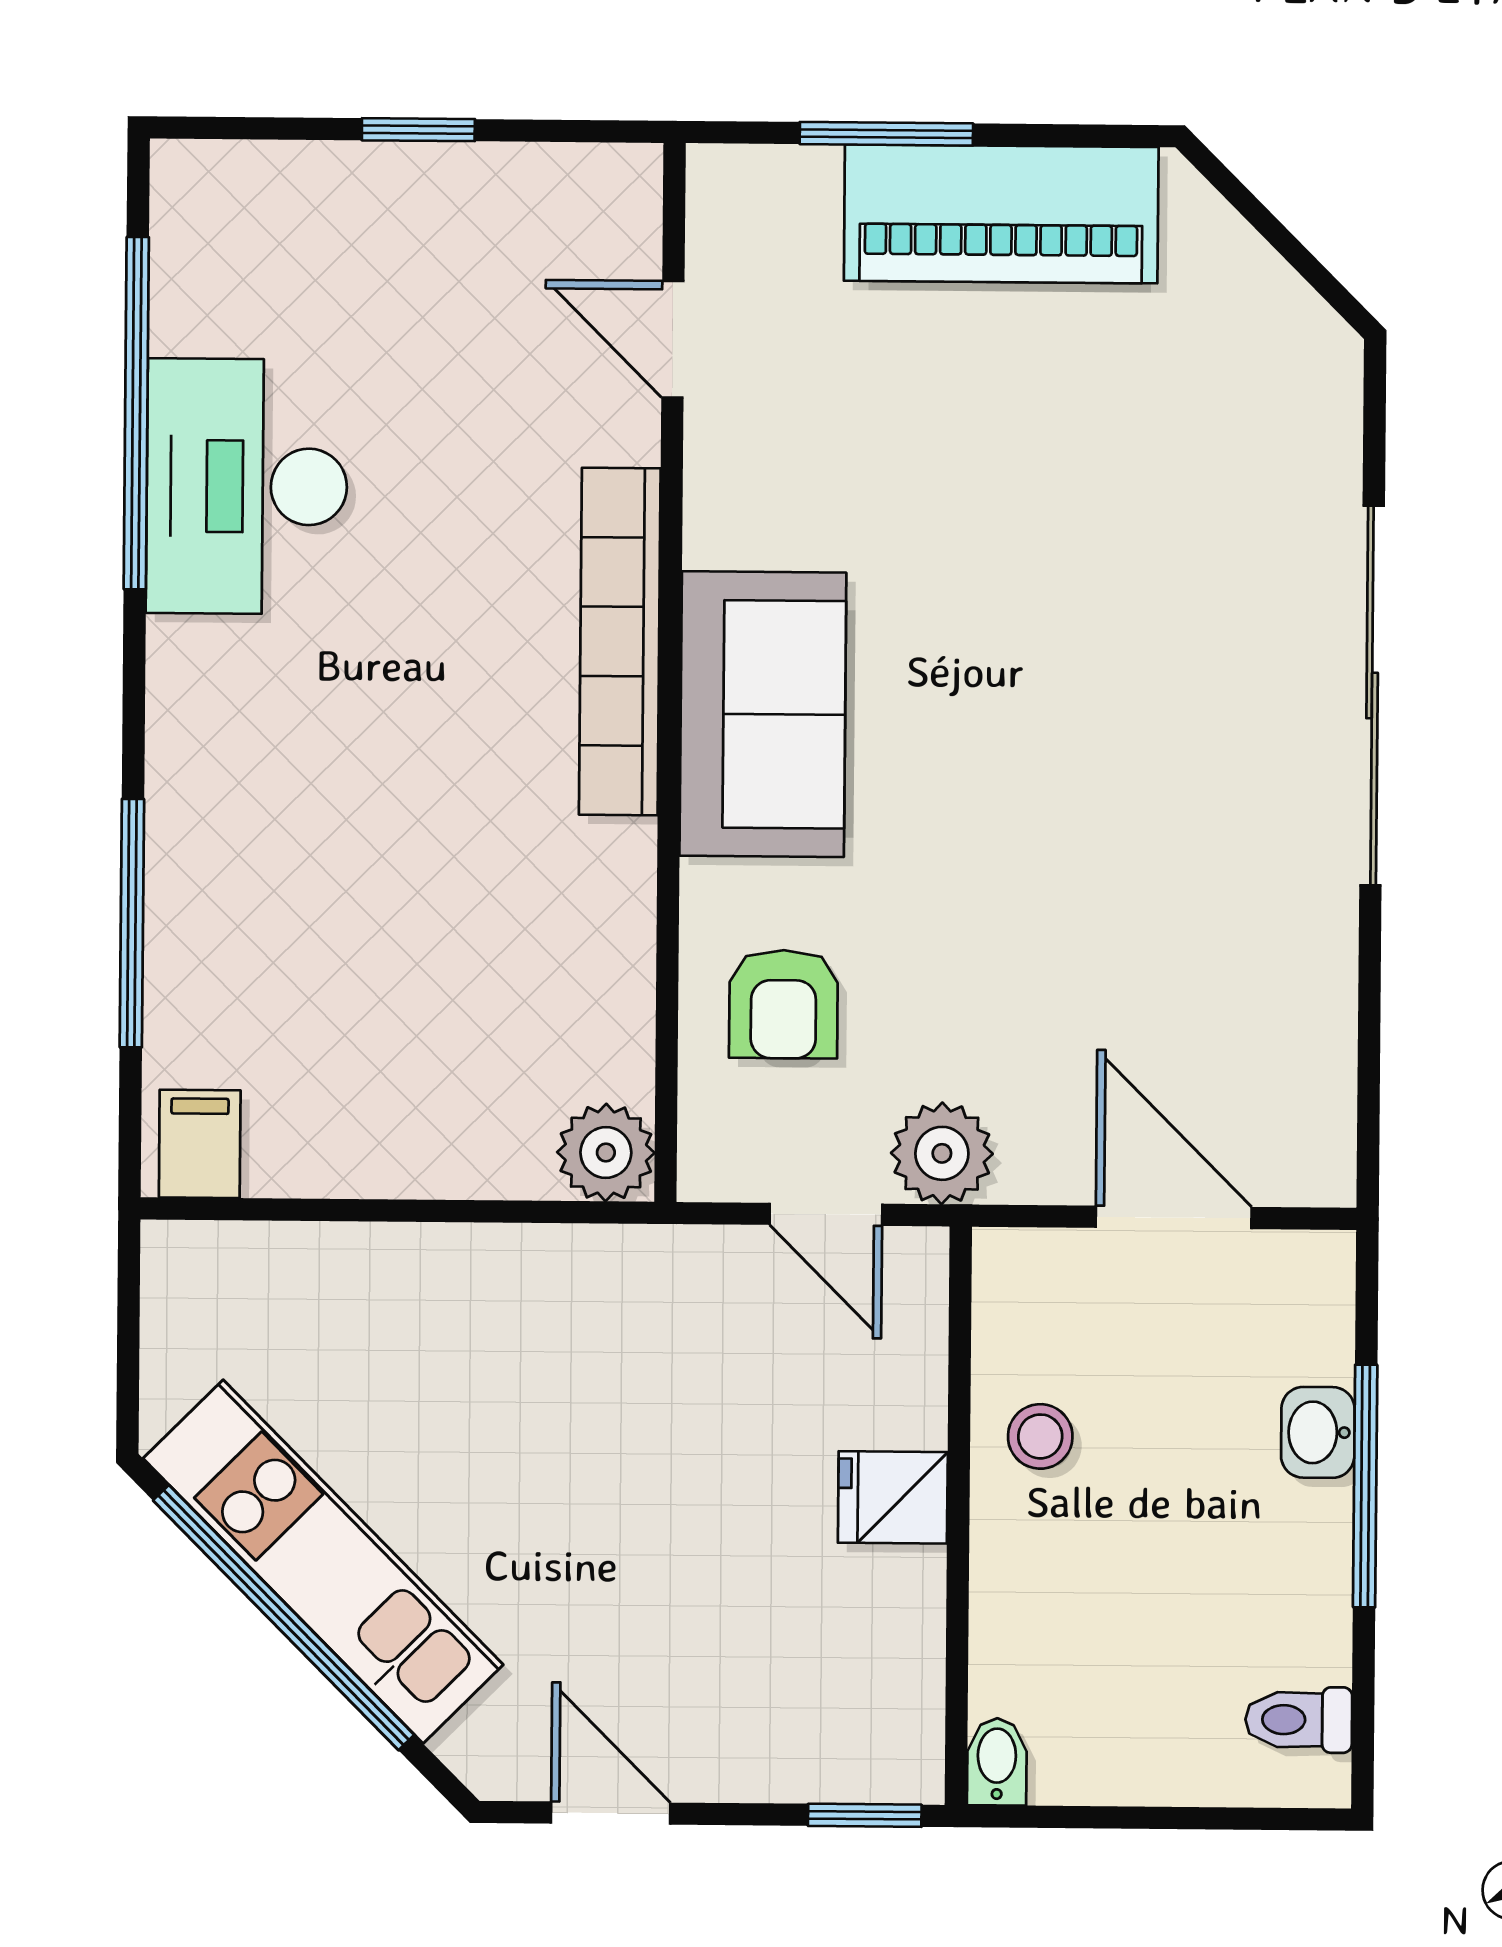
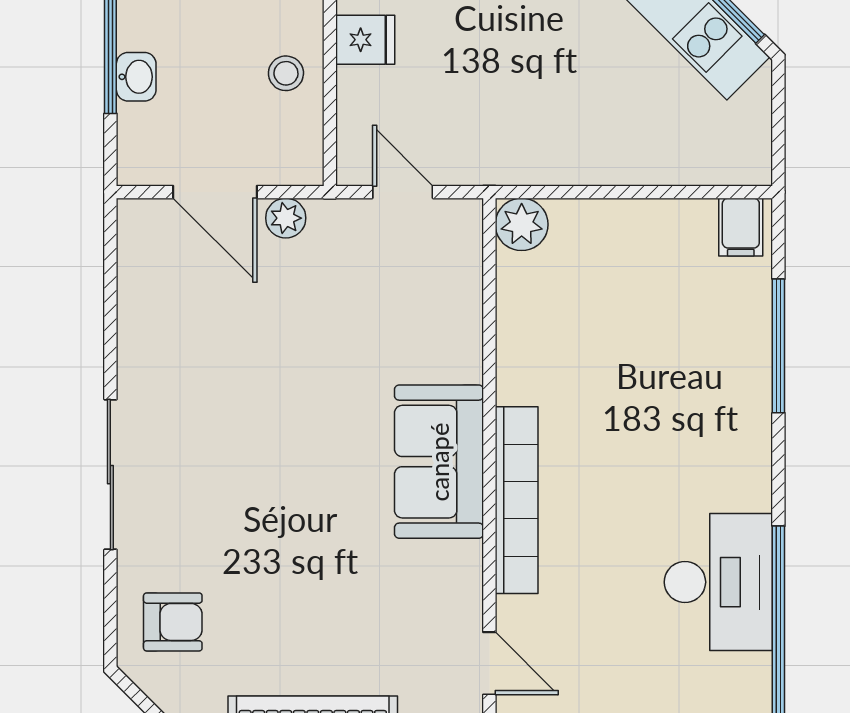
sliding door: (1372, 695) -> (110, 475), width x0.73
armchair: (783, 1004) -> (173, 622), moved, turned 90
plant: (942, 1153) -> (286, 218), moved, width x0.73, depth x0.73

